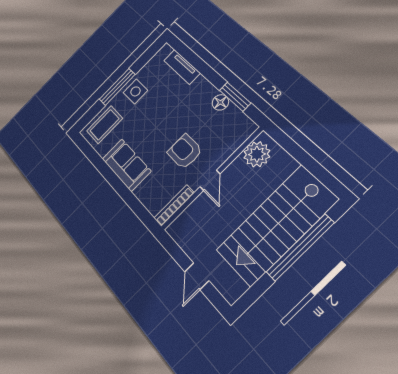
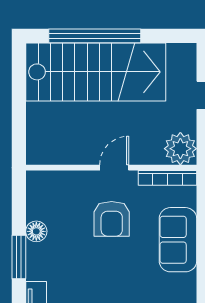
window: (235, 97) -> (19, 257), moved
plant: (257, 154) -> (180, 149), moved
sofa: (126, 165) -> (178, 240), moved

